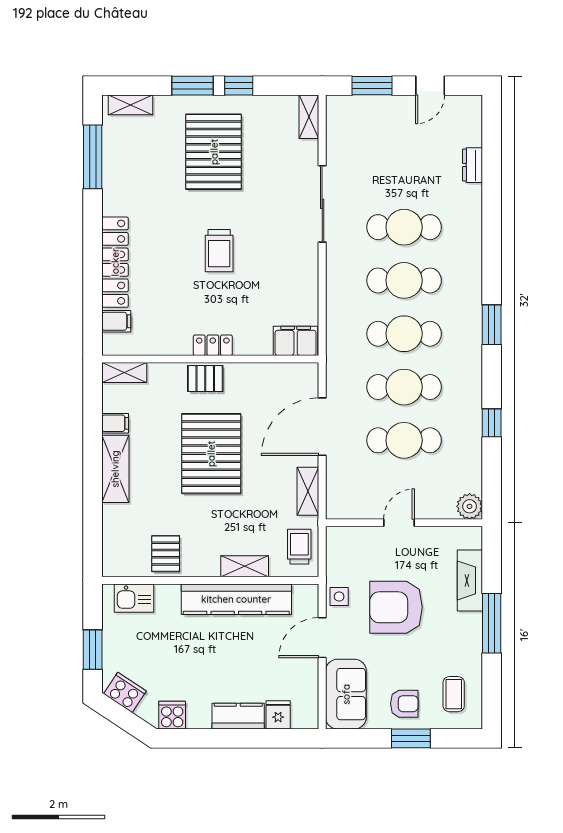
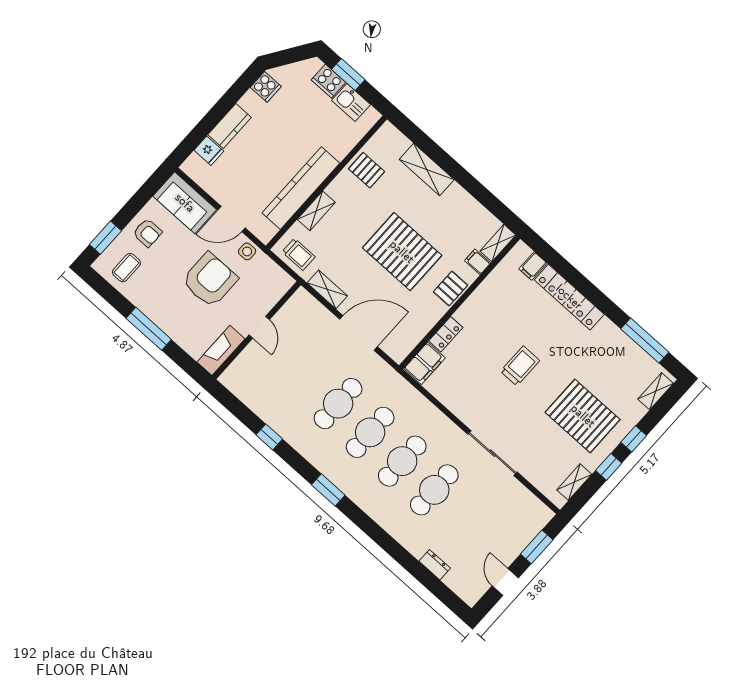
window: (192, 86) -> (634, 439), width x0.67
shelving: (309, 117) -> (574, 482), moved, turned 90
trolley: (219, 251) -> (520, 366), turned 90
locker: (213, 345) -> (446, 334), moved
filing cabinet: (115, 423) -> (478, 262), moved, turned 90
door: (322, 427) -> (358, 333), hinge flipped
cafe table: (404, 440) -> (306, 375), removed
shelving: (115, 469) -> (427, 170), moved
plant: (470, 506) -> (231, 379), removed
fireplace: (470, 580) -> (221, 350), moved, turned -90
kitchen sink: (134, 598) -> (351, 103), moved, turned -90
door: (322, 638) -> (231, 219), swing flipped
cooker: (125, 692) -> (328, 81), moved, turned 56
coffee table: (454, 694) -> (126, 268), turned 90
armchair: (404, 704) -> (147, 233), turned -90
window: (411, 738) -> (105, 238), moved

